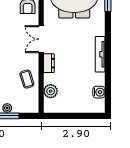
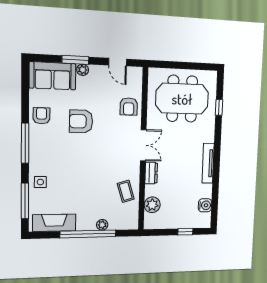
double door: (41, 39) -> (143, 145), swing flipped
window: (82, 116) -> (185, 232), added

